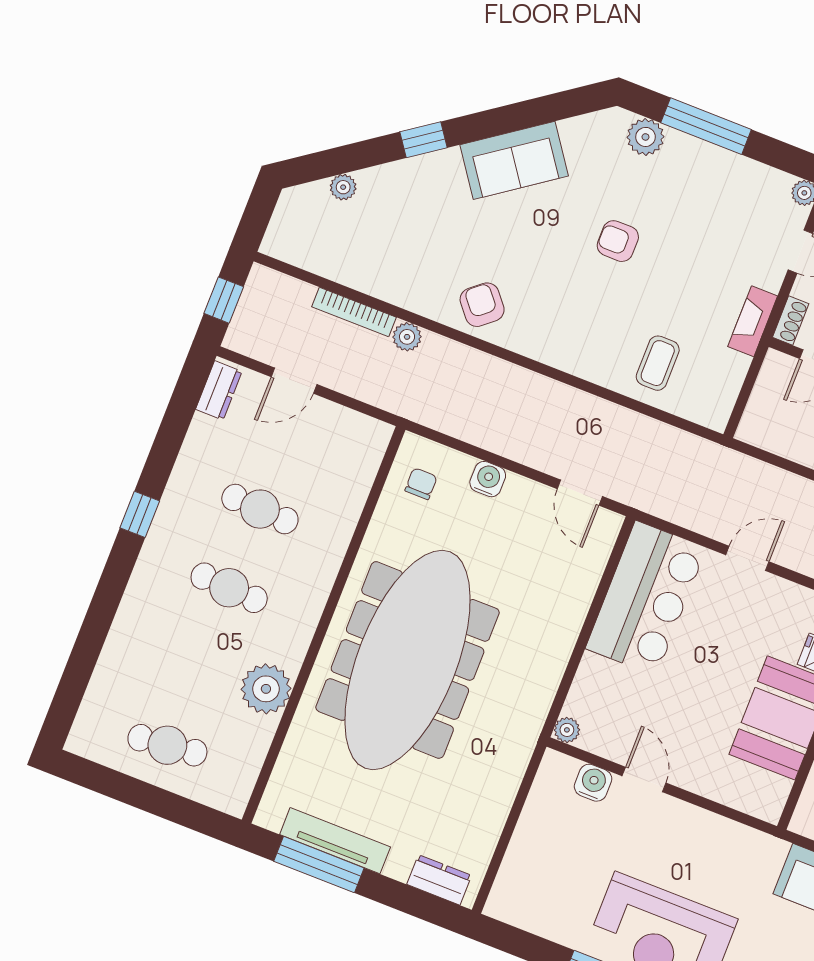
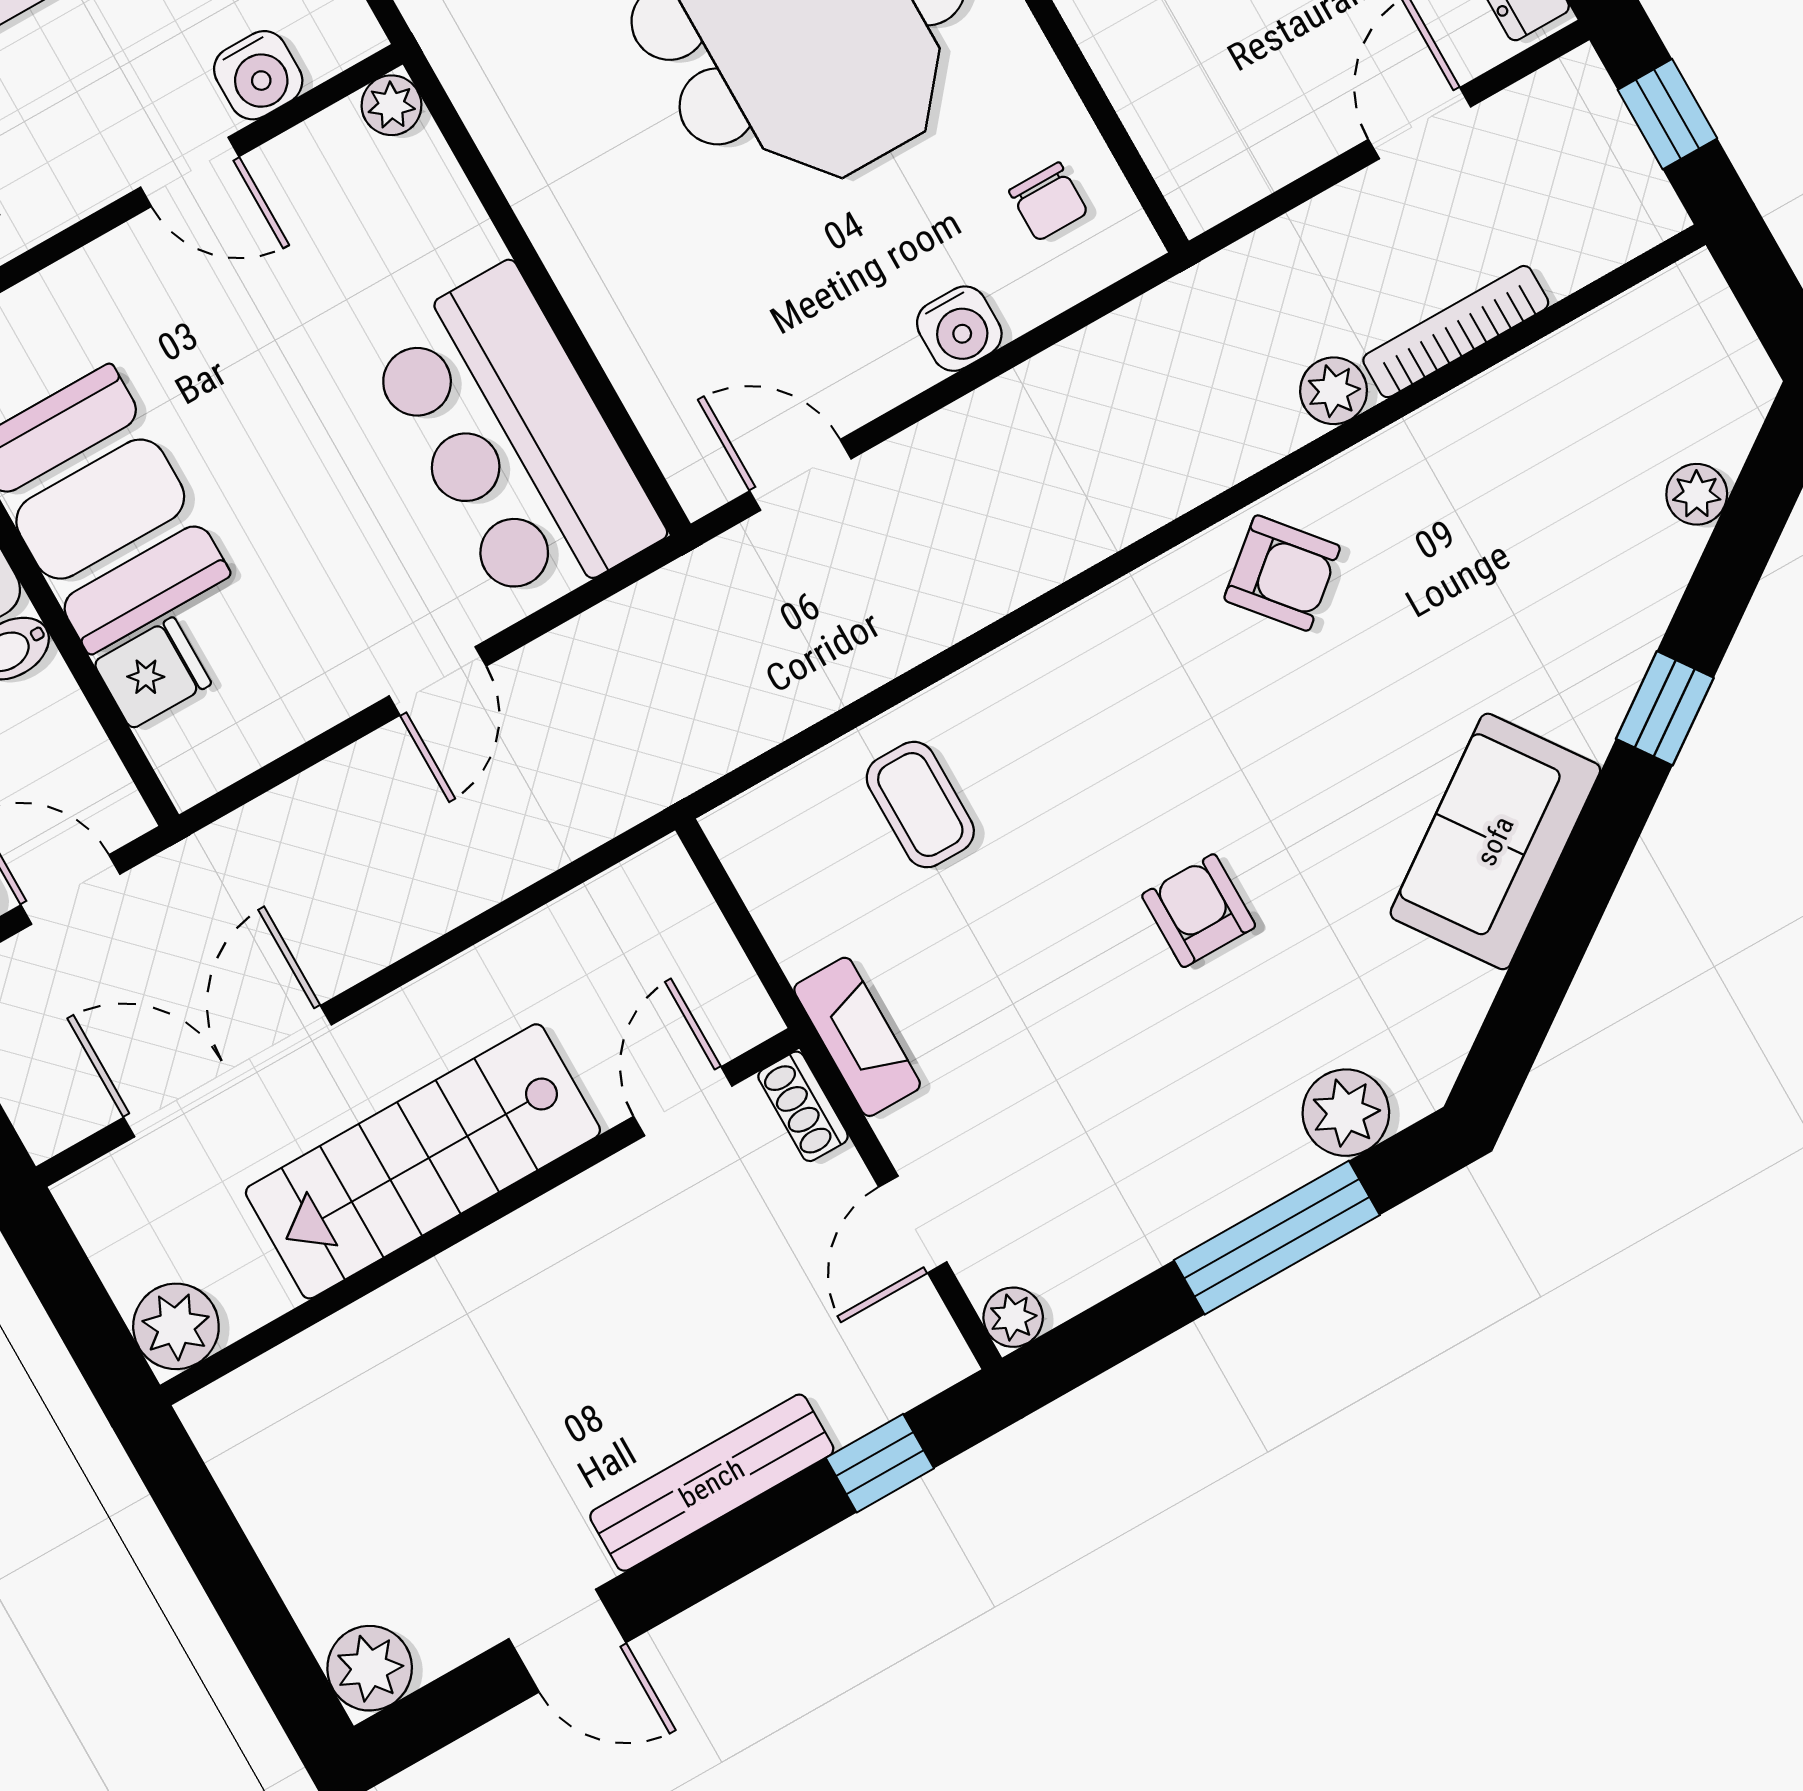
armchair: (618, 241) -> (1199, 911), turned -90

